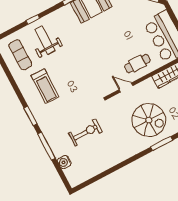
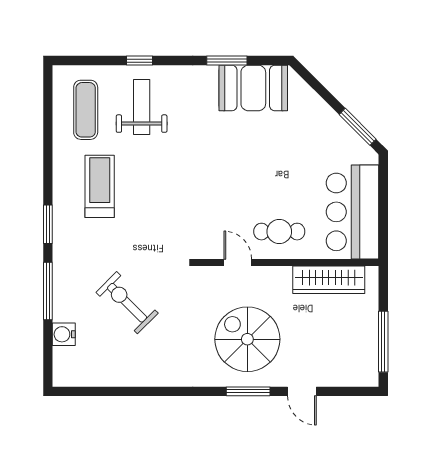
treadmill: (45, 86) -> (100, 186), turned 180
spiral stairs: (149, 120) -> (247, 339), turned 180
exercise bike: (85, 132) -> (127, 303), turned -135

